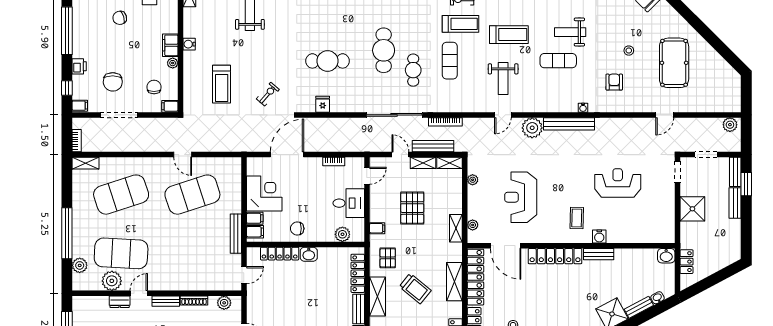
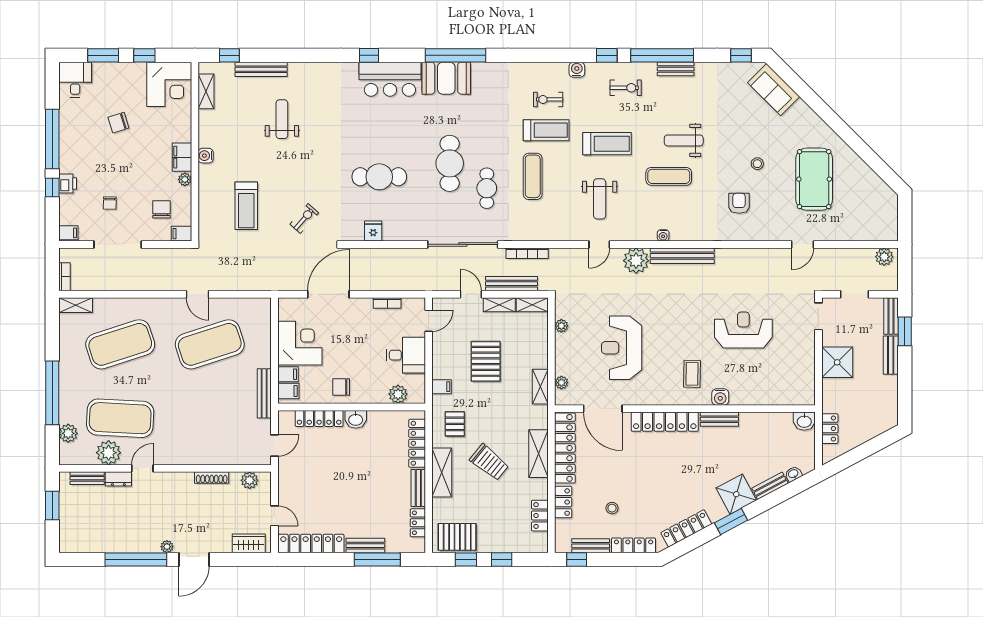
chair: (113, 82) -> (110, 203), width x0.54, depth x0.54
window: (67, 88) -> (52, 188), moved
water cooler: (583, 108) -> (663, 235), moved
bench: (166, 301) -> (87, 478), moved

